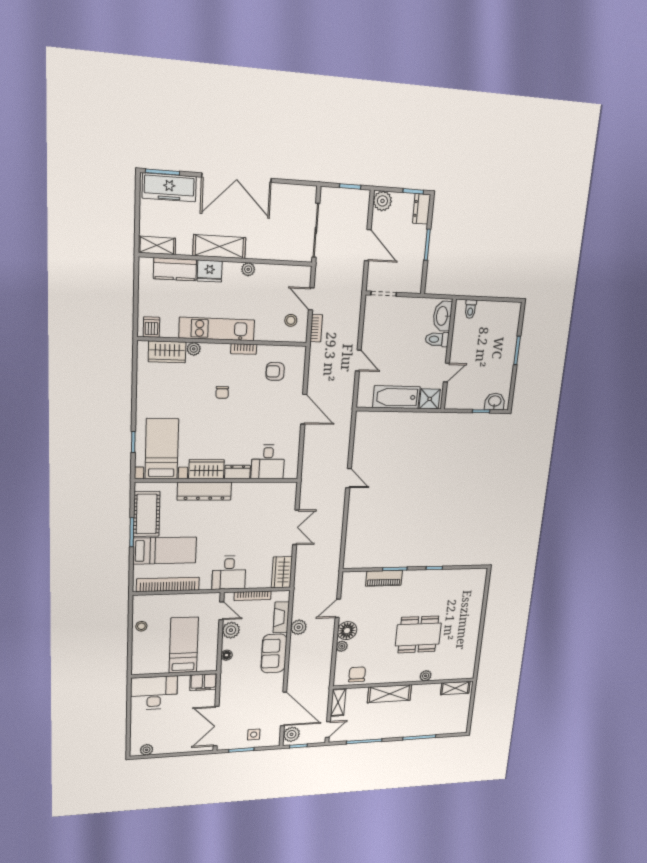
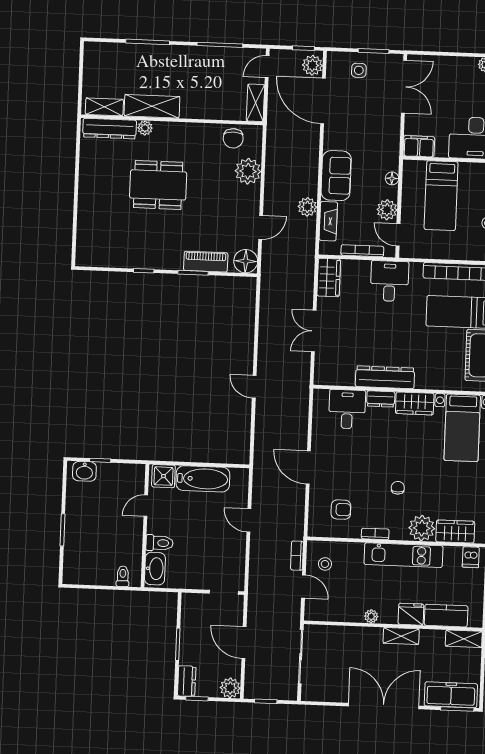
shelving: (219, 247) -> (401, 636), width x0.67, depth x0.75
plant: (194, 349) -> (422, 528), width x1.88, depth x1.88
dresser: (204, 491) -> (385, 377), moved
floor lamp: (347, 631) -> (246, 261), moved
plant: (342, 646) -> (248, 171), width x1.88, depth x1.88
dresser: (453, 673) -> (110, 129), added
shelving: (389, 694) -> (152, 106), moved

